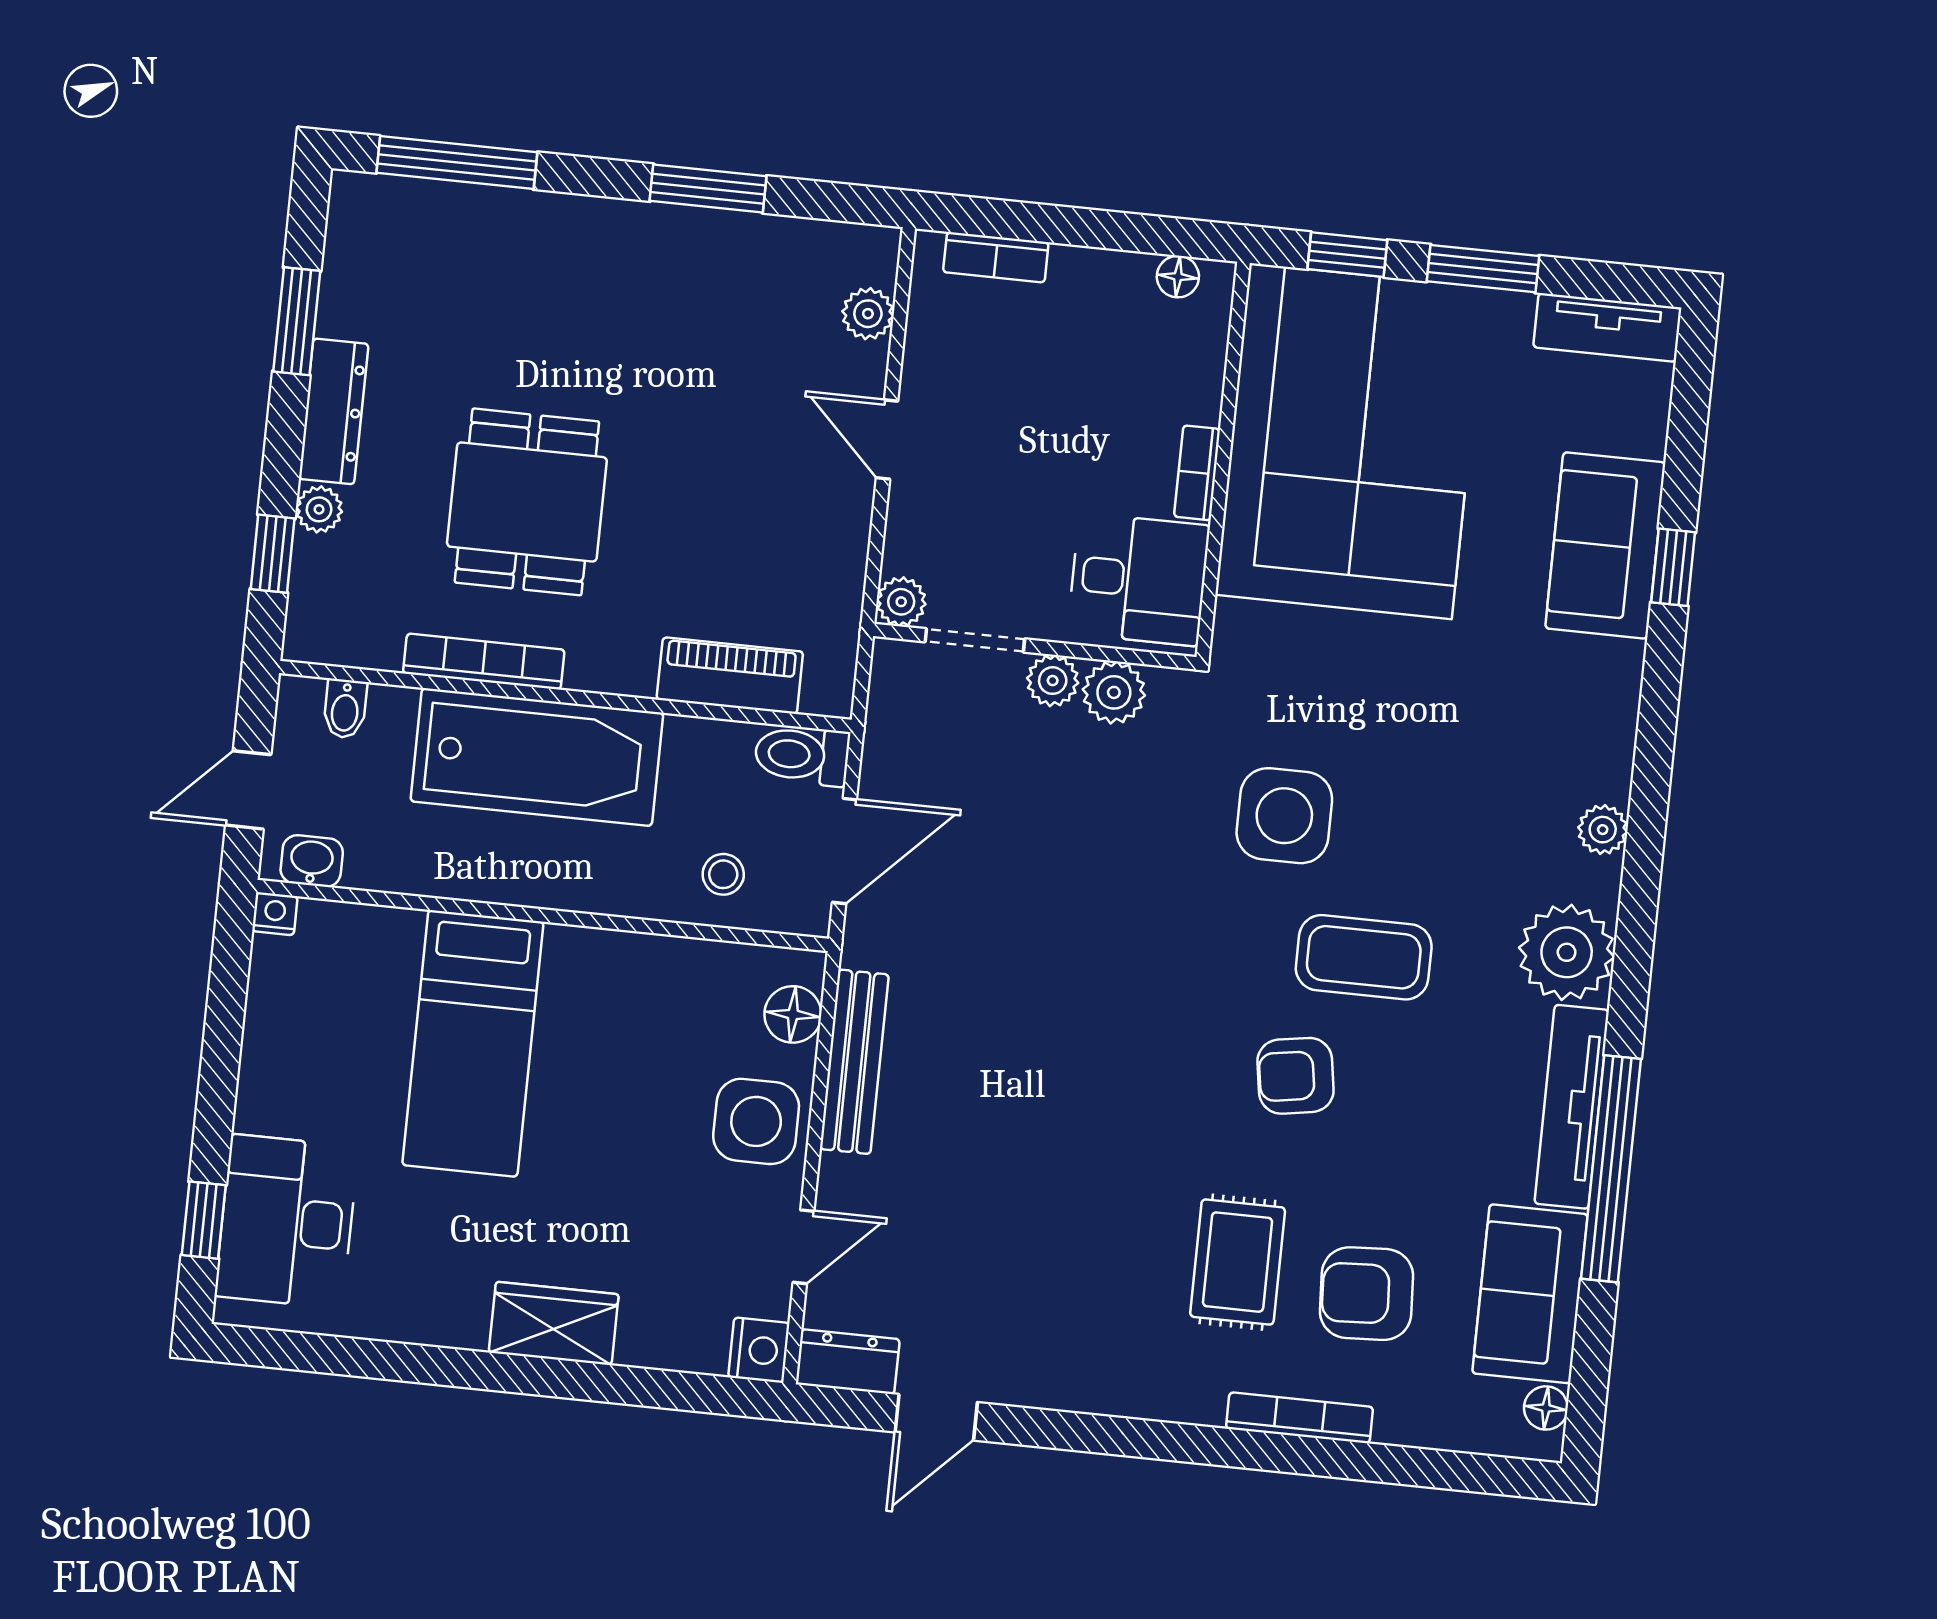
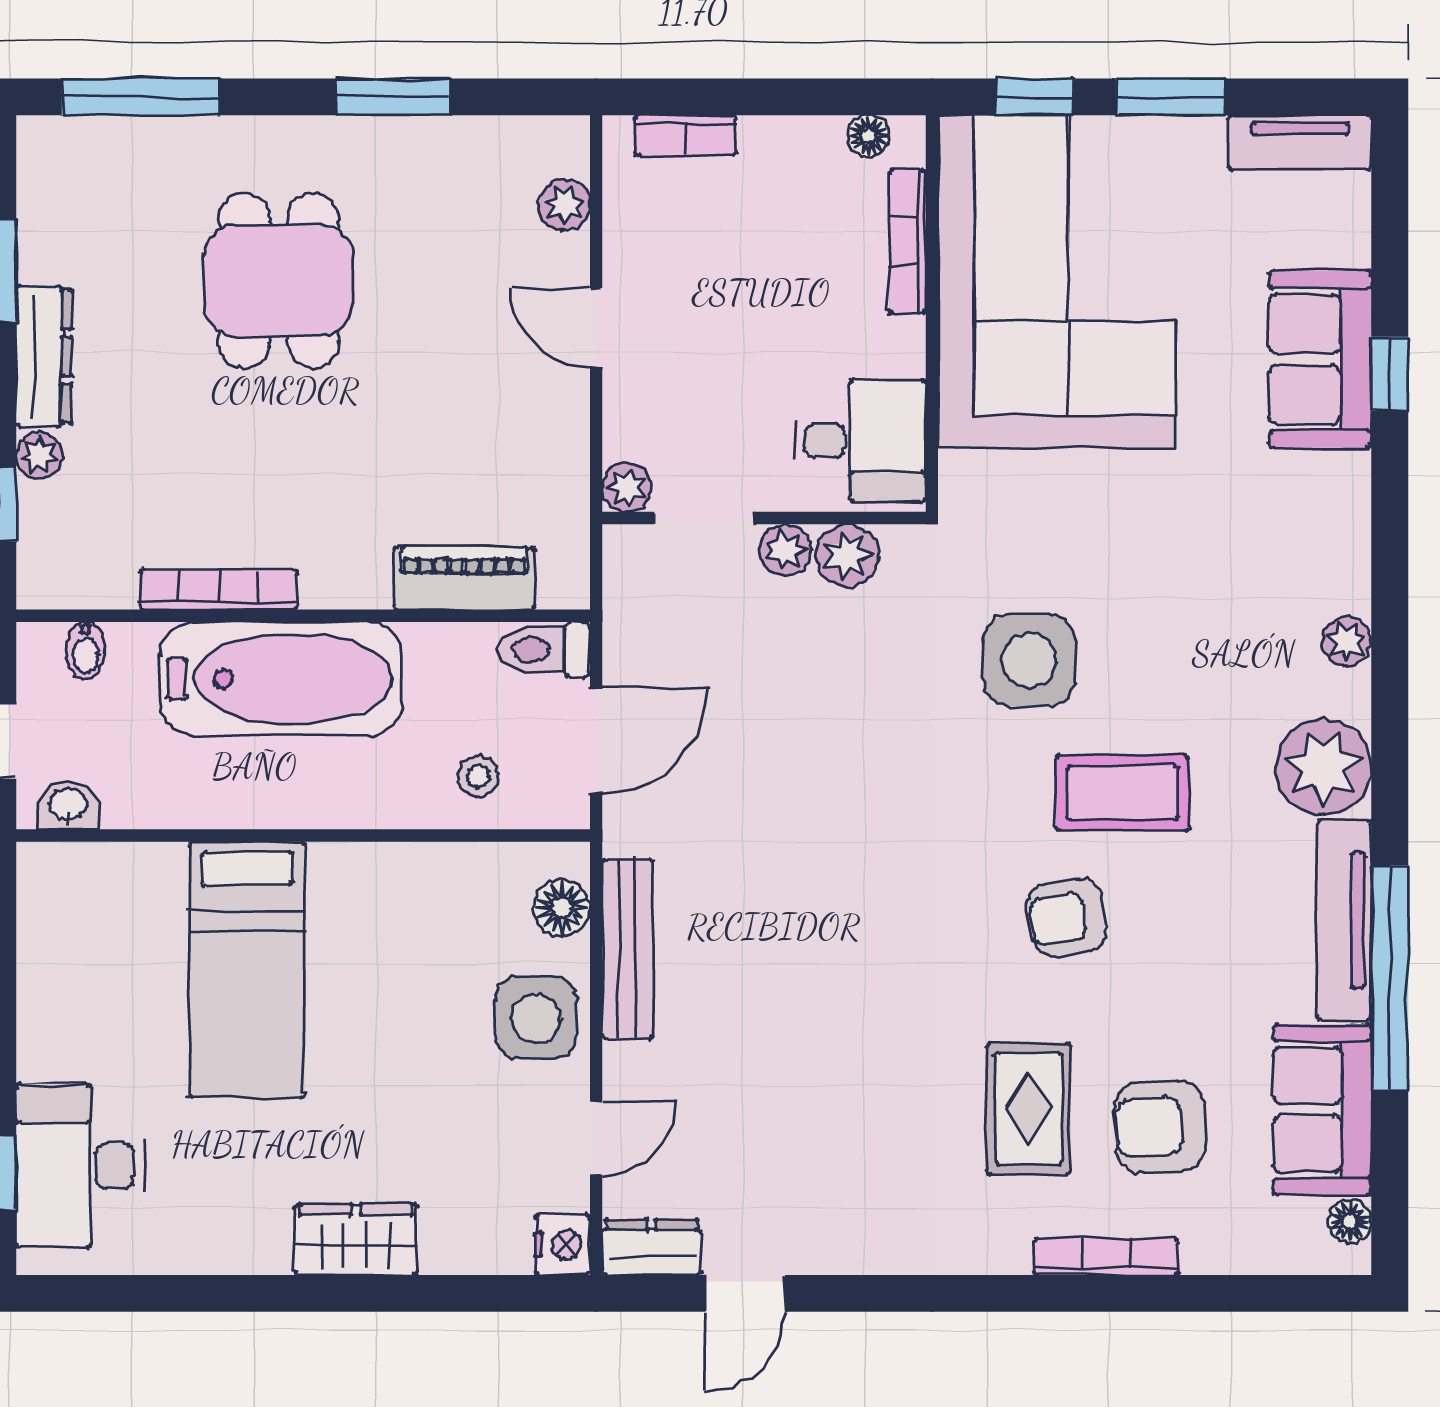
bookcase: (1197, 473) -> (907, 241), moved, width x1.56
dining table: (527, 502) -> (279, 280), moved
nightstand: (275, 914) -> (37, 861), removed

